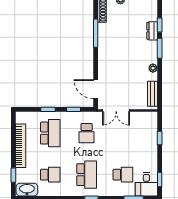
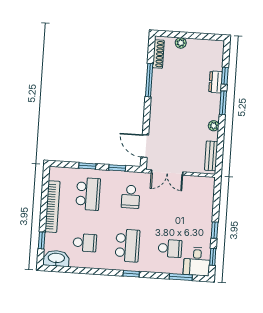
window: (160, 138) -> (215, 230), moved

